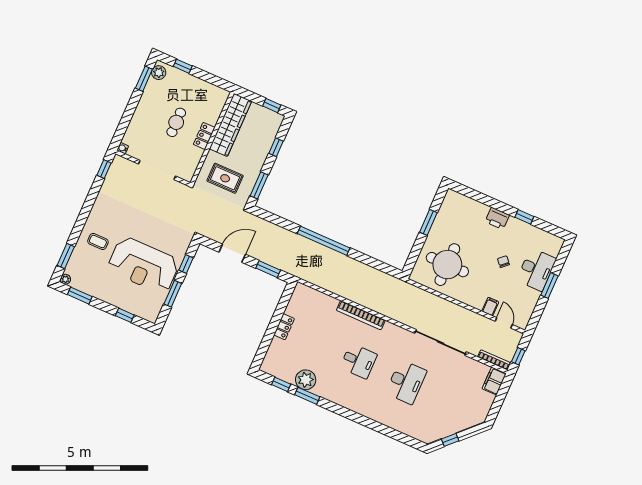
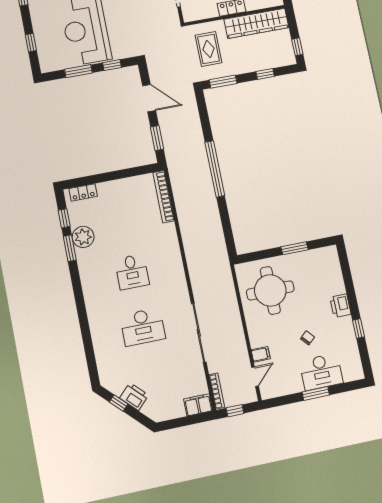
bookcase: (361, 315) -> (164, 197), moved
locker: (284, 327) -> (83, 192), moved
printer: (454, 425) -> (134, 397), added

